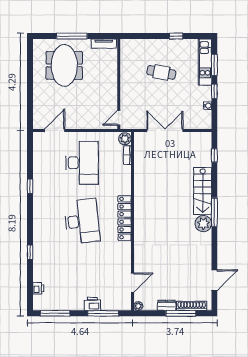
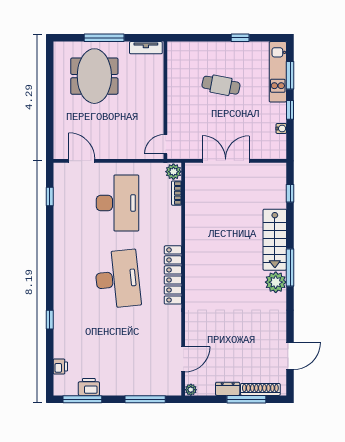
door: (55, 130) -> (82, 161), hinge flipped
window: (30, 186) -> (50, 196), moved
printer: (93, 304) -> (89, 387), moved

